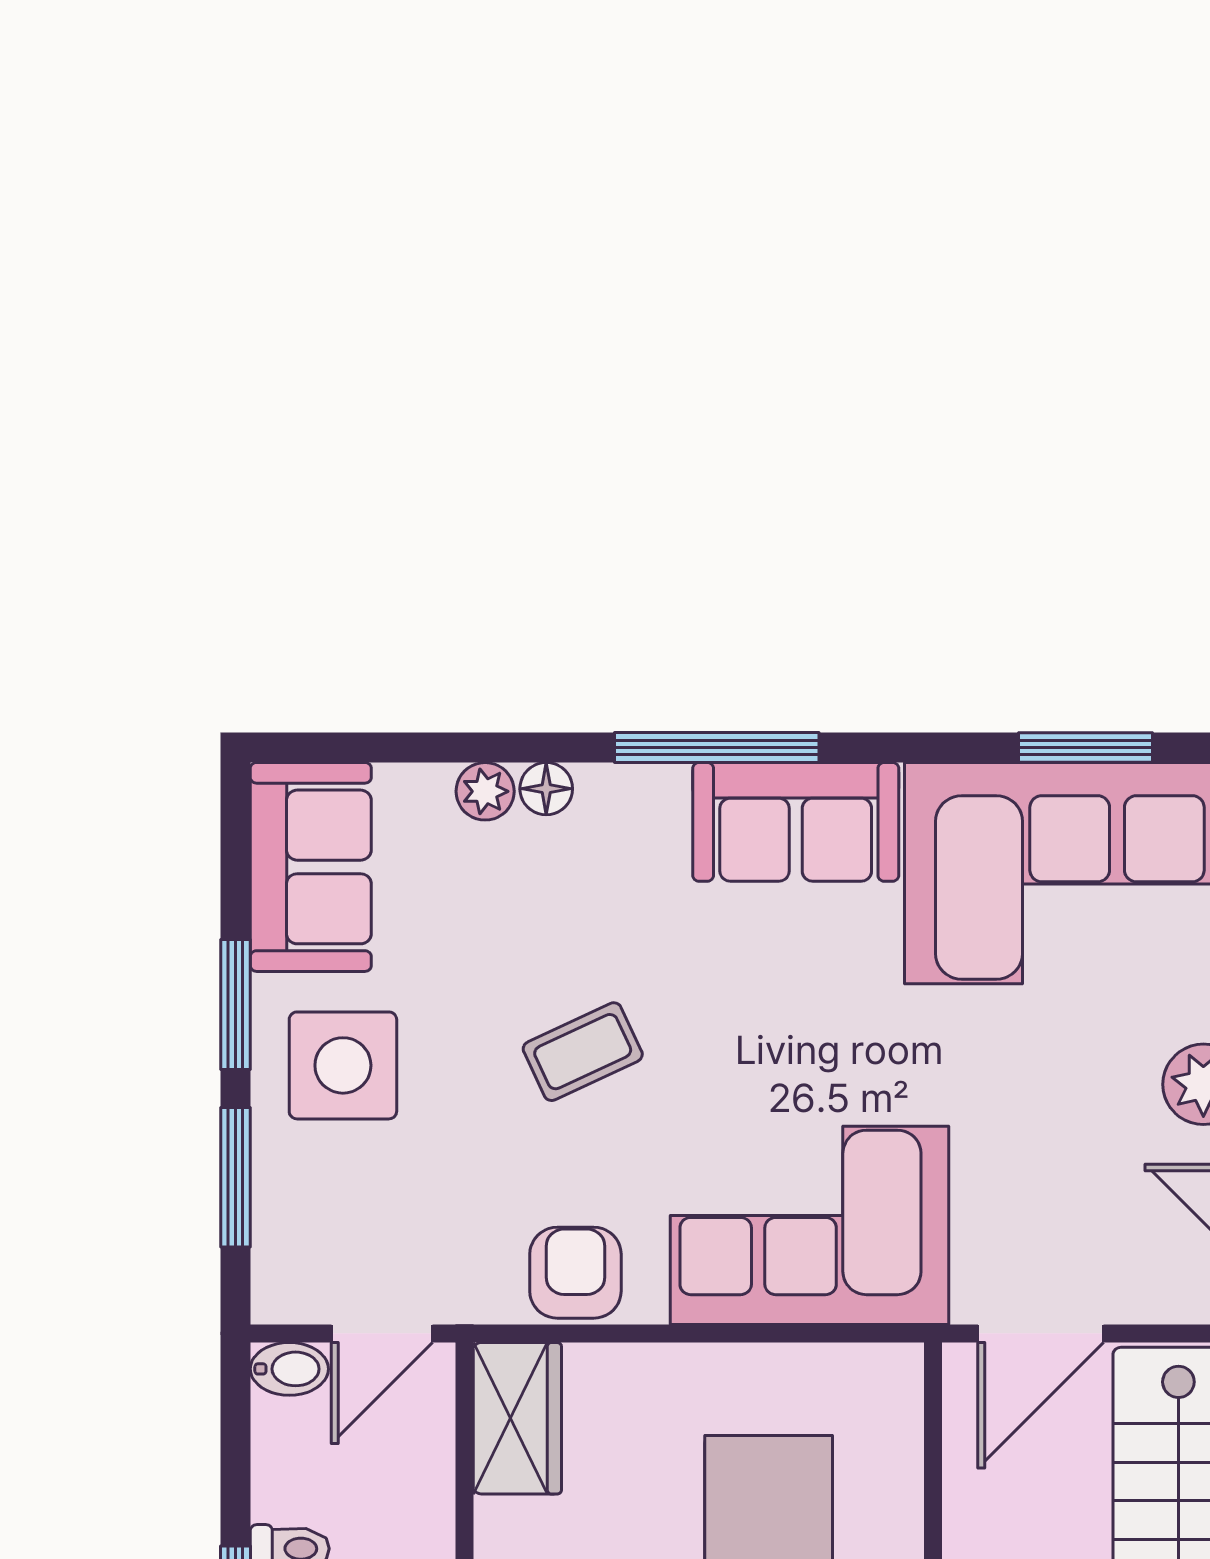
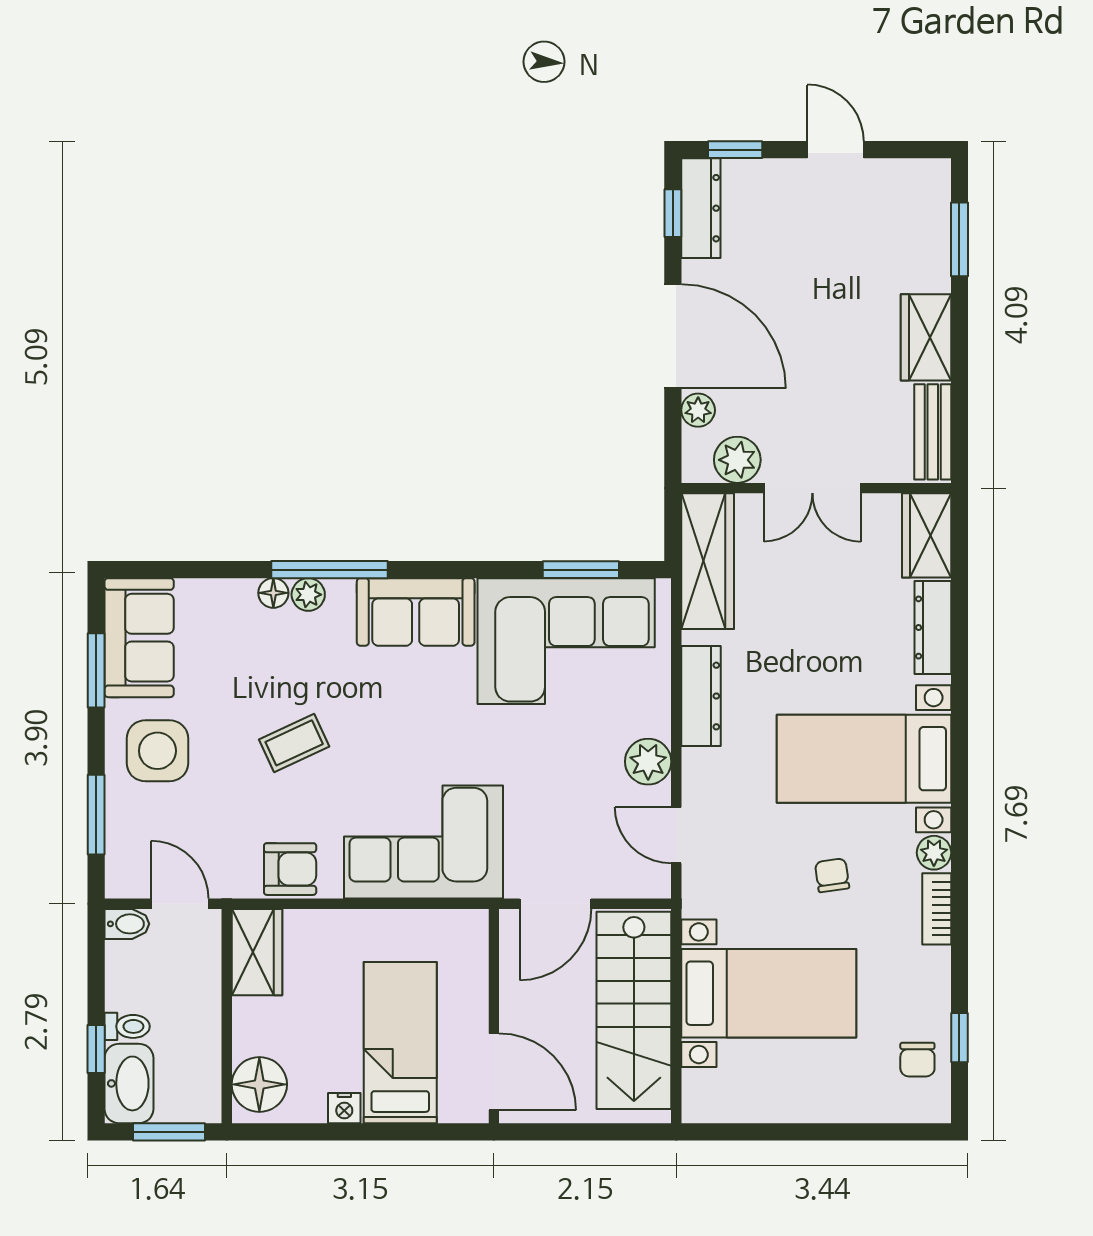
window: (717, 748) -> (330, 570), moved
plant: (485, 791) -> (308, 595), moved
window: (235, 1004) -> (96, 670), moved
armchair: (575, 1273) -> (290, 869), turned 90
door: (382, 1333) -> (180, 904), swing flipped

